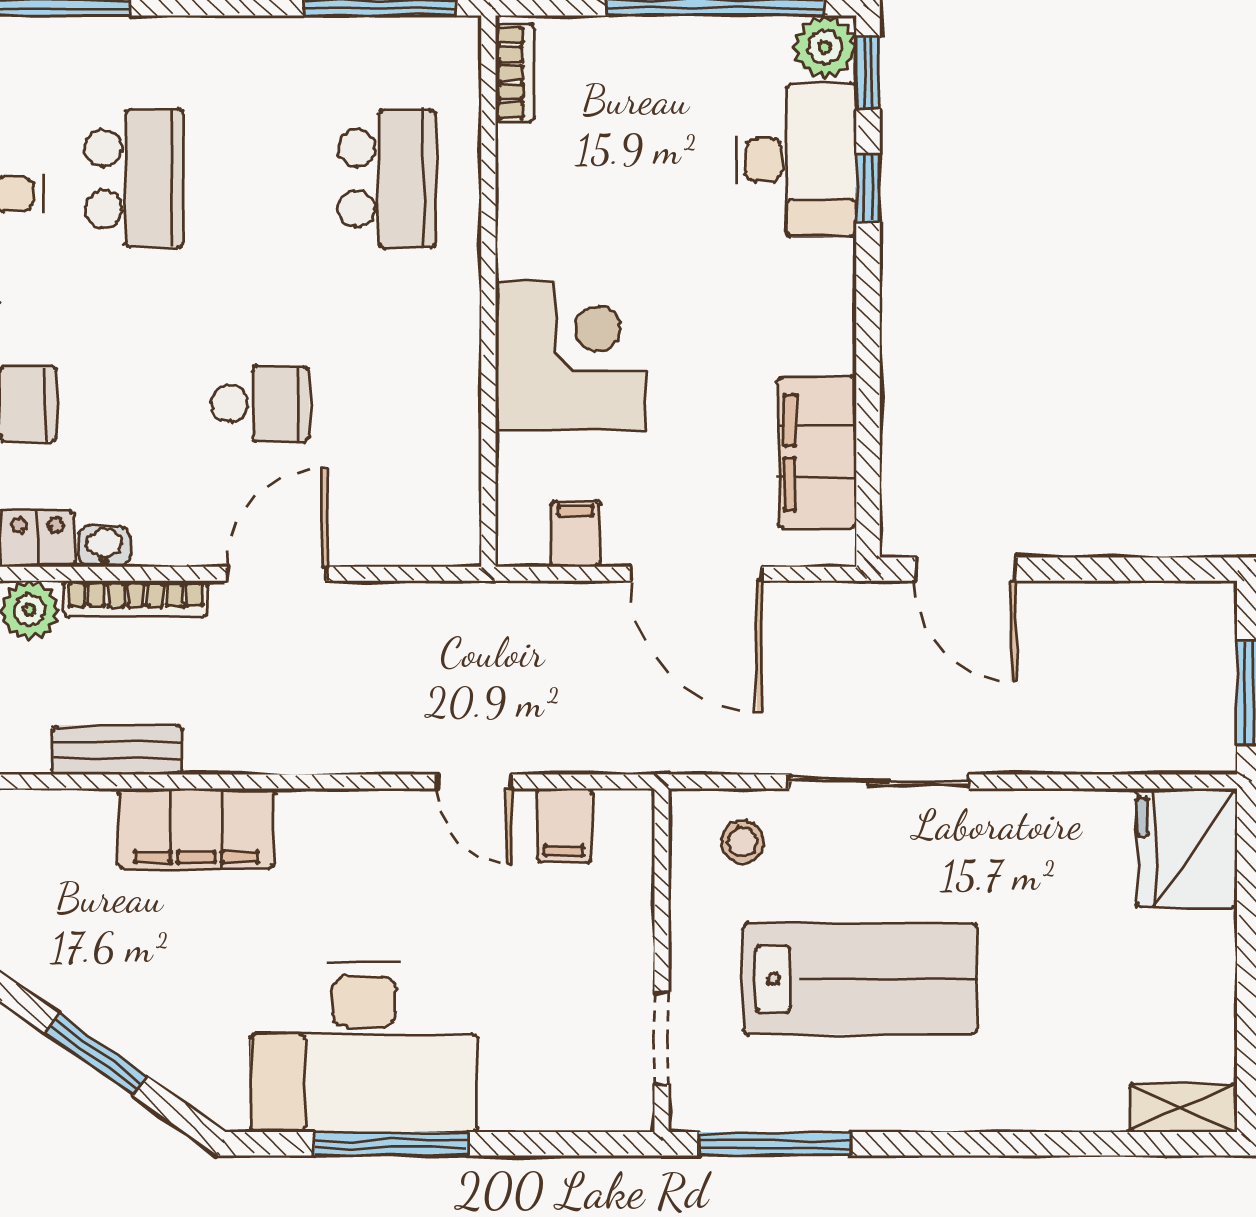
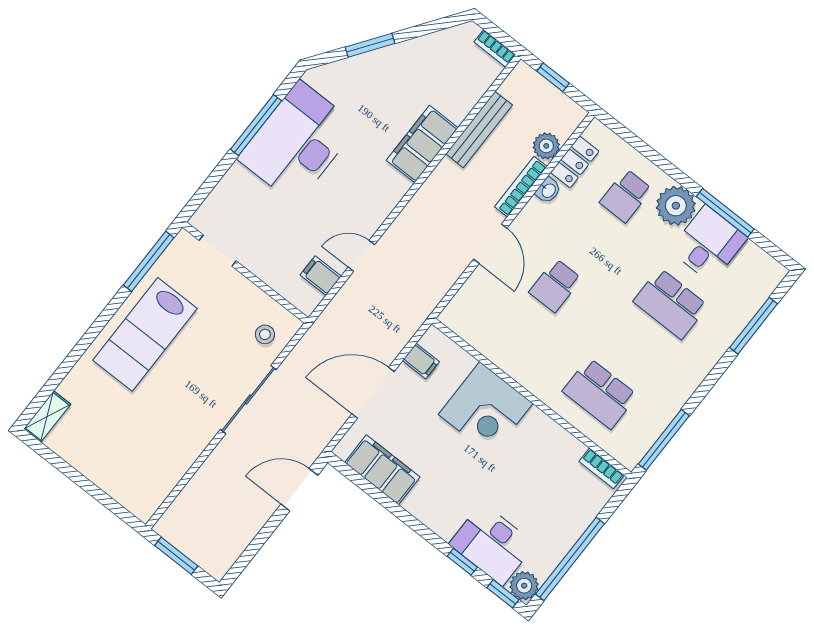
bench: (117, 750) -> (479, 129), width x1.36
fridge: (1187, 848) -> (139, 490), removed
lab bench: (860, 979) -> (145, 334), moved

